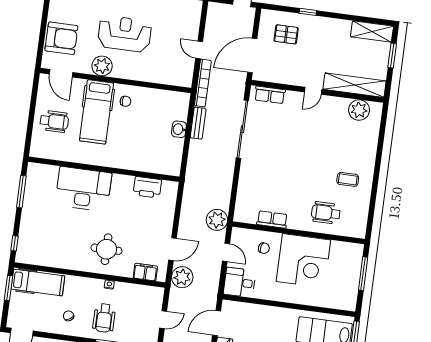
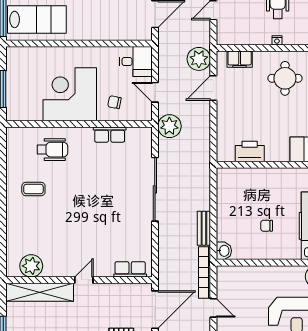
chair: (126, 101) -> (267, 226), moved
washbasin: (179, 129) -> (224, 251), moved
sliding door: (242, 129) -> (155, 189), moved

